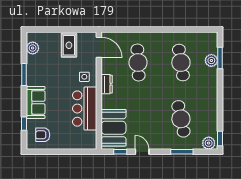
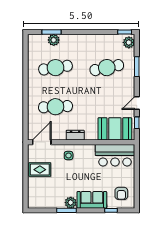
plant: (33, 48) -> (71, 203), moved
bar counter: (85, 109) -> (115, 155), moved

